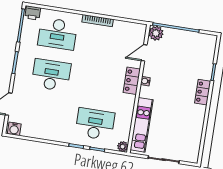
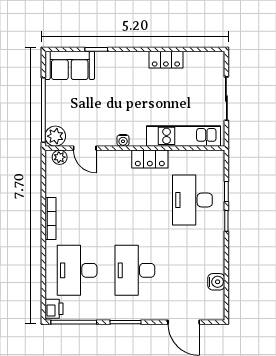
desk: (58, 34) -> (77, 270), turned 180
sofa: (205, 51) -> (70, 65), added
locker: (132, 81) -> (150, 159), moved
locker: (203, 92) -> (166, 60), moved
water cooler: (14, 129) -> (216, 282), moved
plant: (123, 147) -> (60, 157), moved

